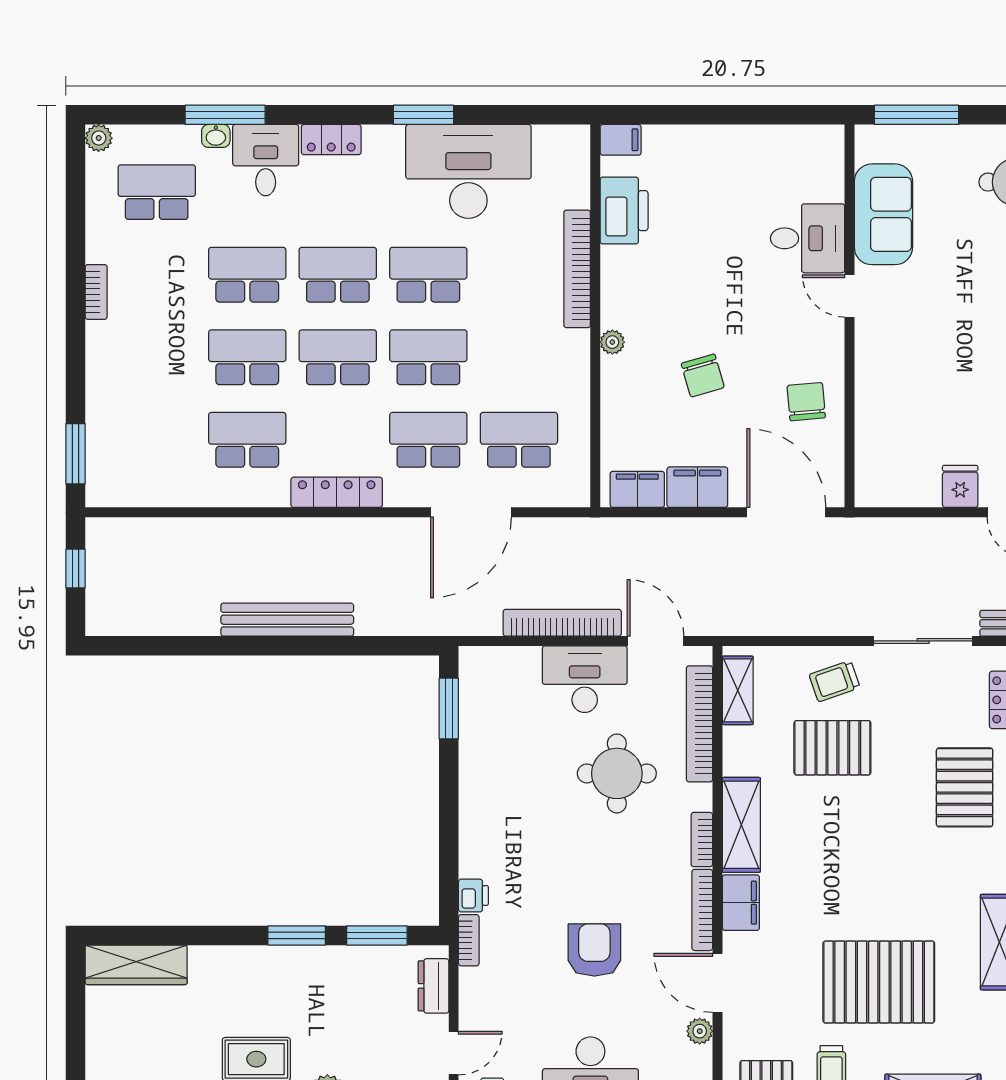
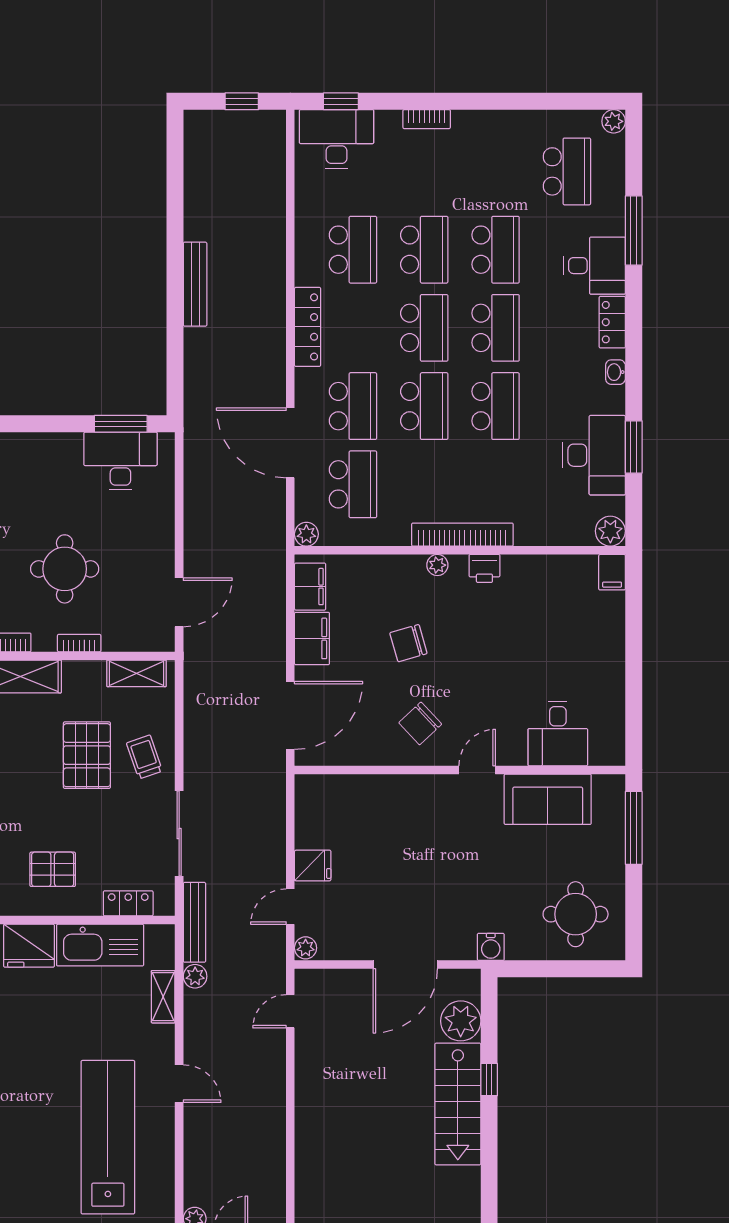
window: (424, 115) -> (634, 447), moved
washbasin: (216, 136) -> (615, 372), moved
plant: (573, 142) -> (610, 531), added
desk: (468, 171) -> (594, 455), width x0.73, depth x0.77
printer: (624, 211) -> (484, 568), moved, width x0.53, depth x0.68
desk: (808, 238) -> (558, 734), moved
bookcase: (577, 269) -> (462, 535), moved
bookcase: (96, 292) -> (427, 119), moved
chair: (806, 402) -> (420, 723), moved, turned 142
window: (76, 454) -> (341, 101), width x0.67
desk: (119, 459) -> (337, 139), added
plant: (577, 494) -> (306, 534), added
bench: (287, 620) -> (195, 284), width x0.73, depth x0.82
bookcase: (562, 623) -> (195, 522), removed
desk: (585, 679) -> (120, 461), moved, turned -90
bookcase: (700, 724) -> (79, 643), width x0.43, depth x0.76
pallet: (965, 787) -> (53, 869), width x0.67, depth x0.71

